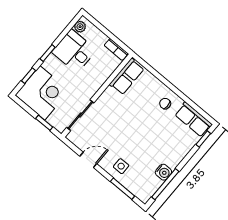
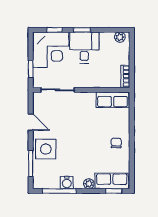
desk: (74, 51) -> (84, 48), moved
row of seats: (193, 119) -> (112, 181), moved, turned 90
plant: (180, 155) -> (89, 184), added
side table: (121, 166) -> (46, 149), width x1.87, depth x1.87

